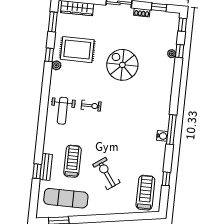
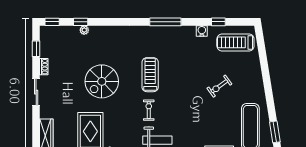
water cooler: (162, 136) -> (202, 31), moved
treadmill: (73, 161) -> (150, 75), moved, turned 90
exercise bike: (106, 173) -> (219, 86), width x0.73, depth x0.72

